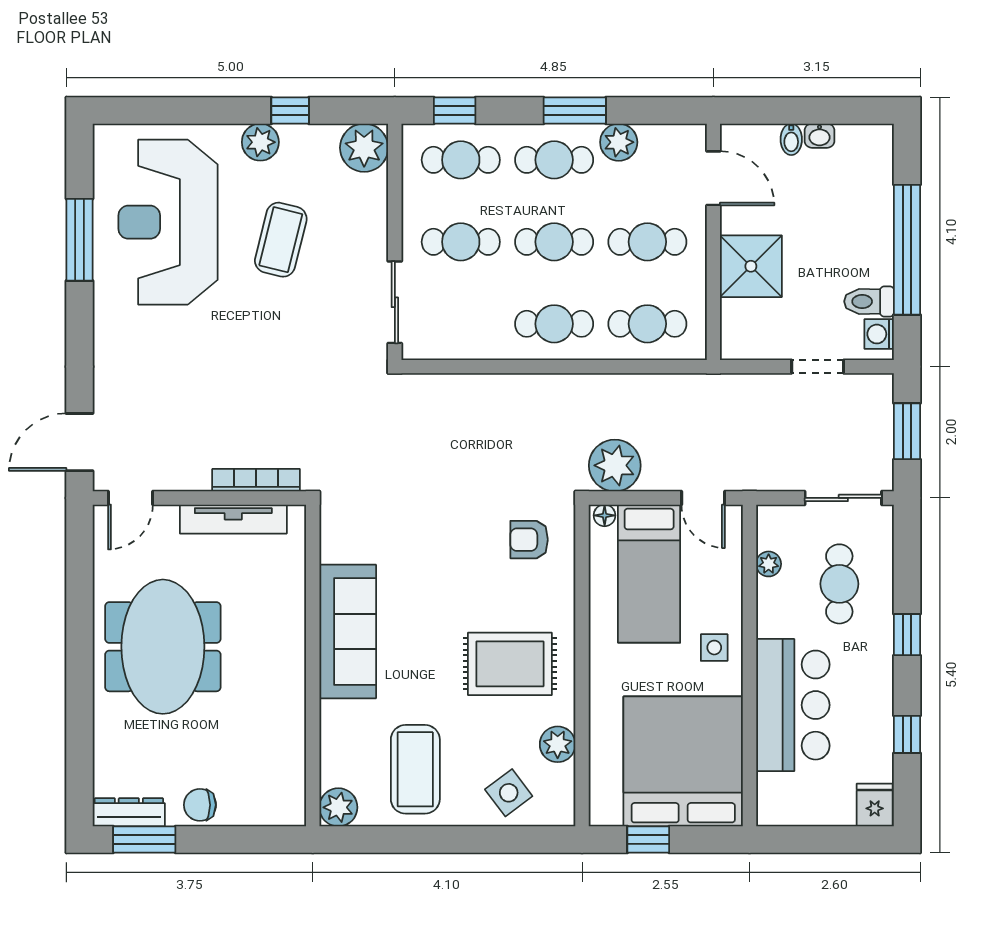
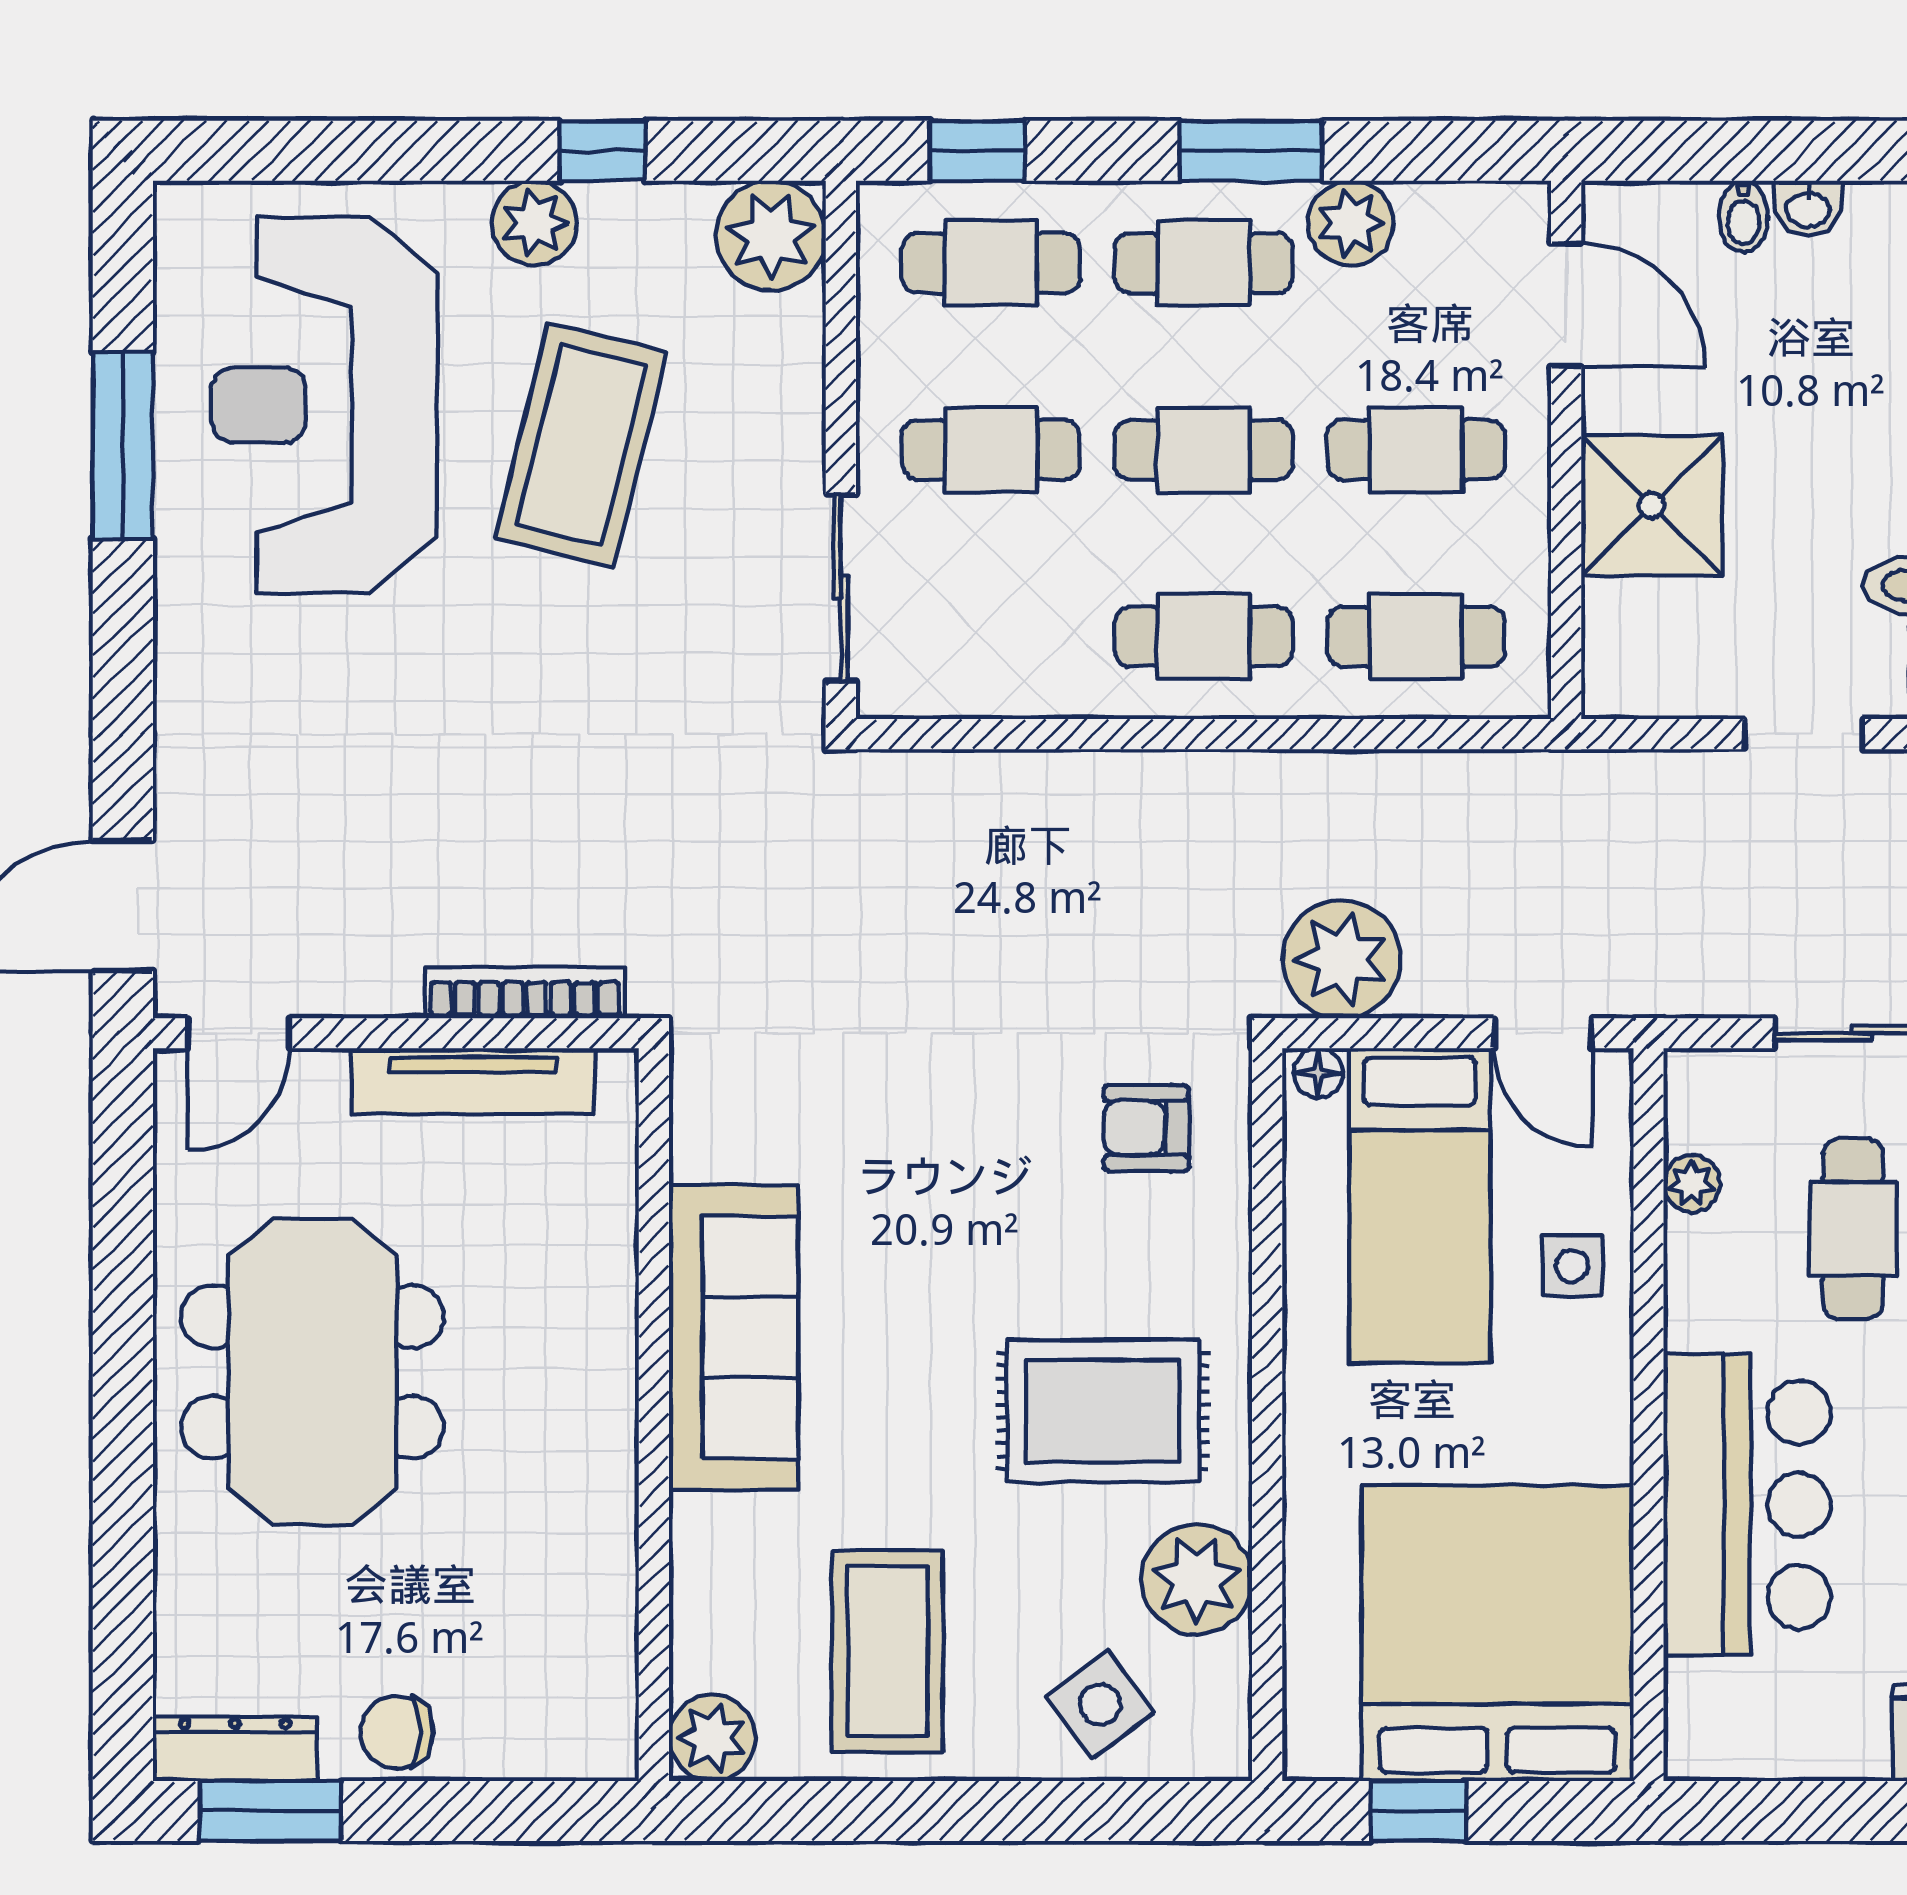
coffee table: (281, 240) -> (581, 445), width x1.36, depth x1.32
side table: (714, 648) -> (1572, 1266), moved
plant: (558, 744) -> (1197, 1579), width x1.36, depth x1.36

